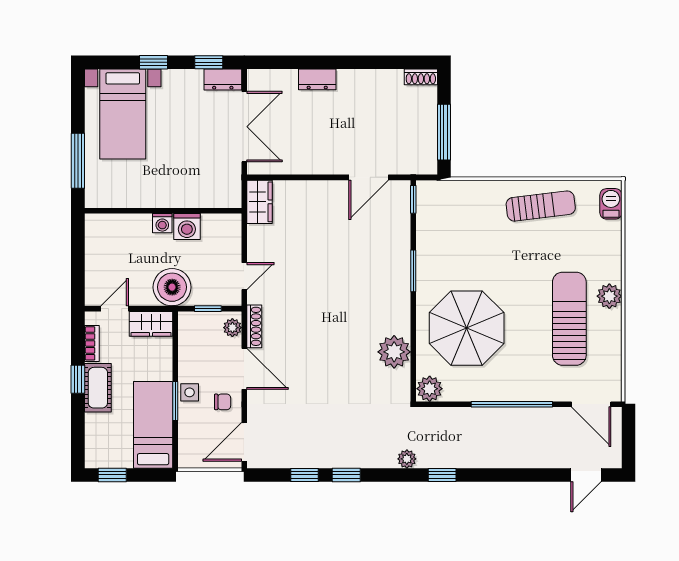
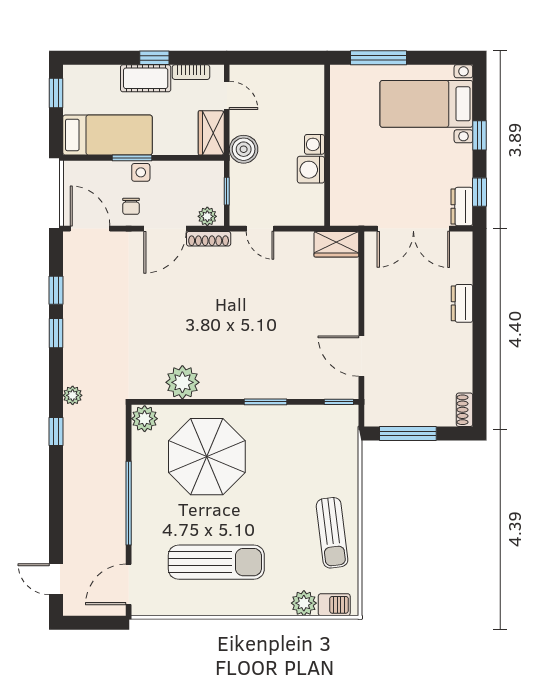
boiler: (172, 287) -> (244, 149), width x0.73, depth x0.73
plant: (609, 296) -> (304, 603), moved

